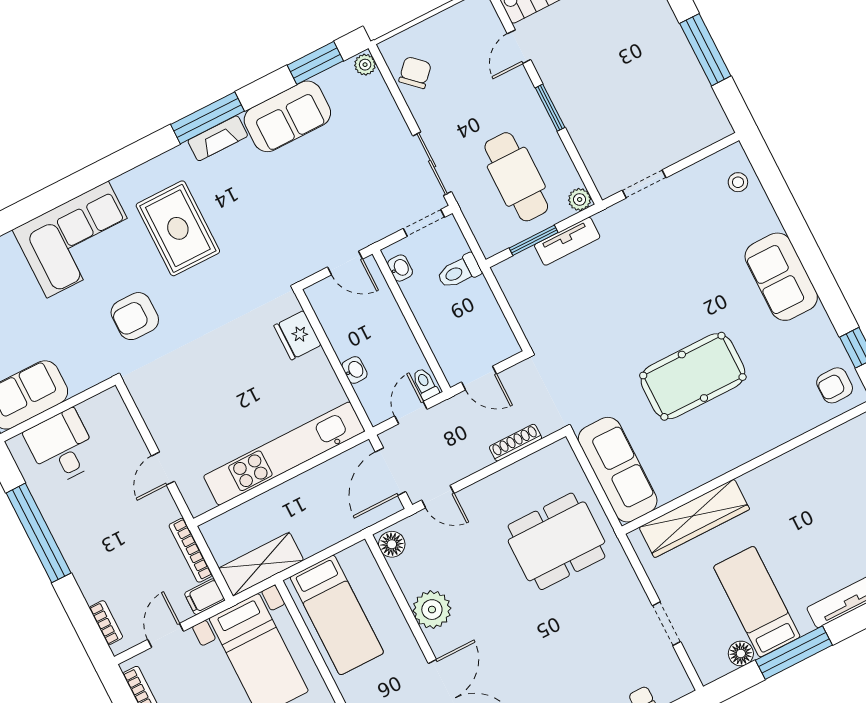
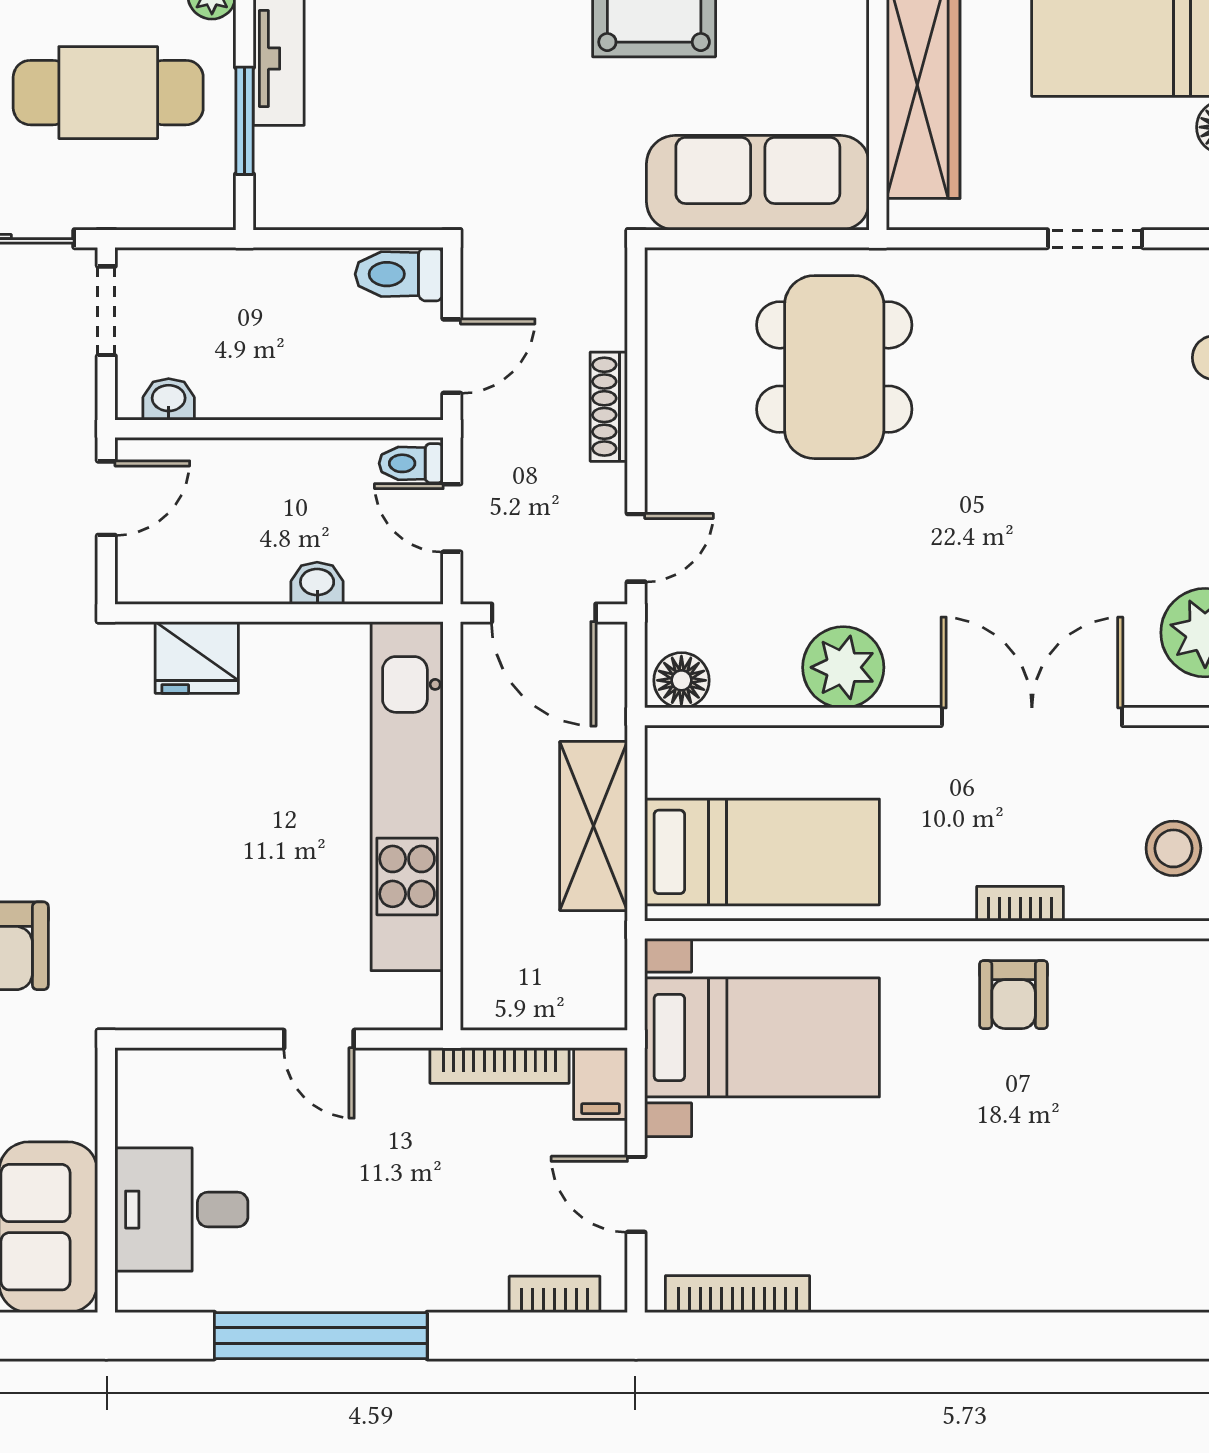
toilet: (459, 271) -> (399, 274), moved, turned 90
shoe rack: (516, 443) -> (609, 407), moved
shelving: (261, 564) -> (594, 826), moved

